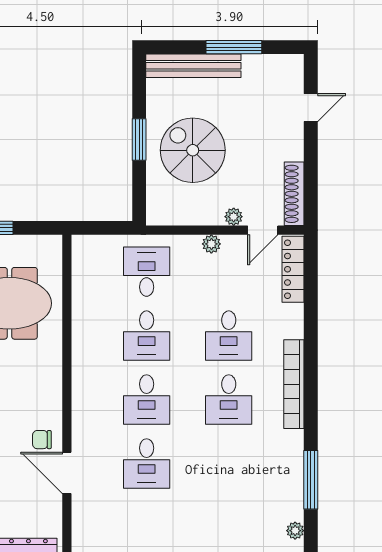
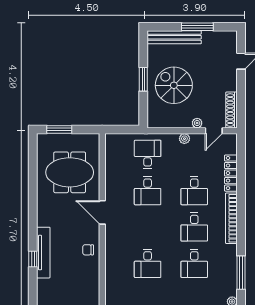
locker: (293, 269) -> (231, 173), moved
desk: (147, 400) -> (194, 263), moved
door: (67, 473) -> (102, 212), moved

